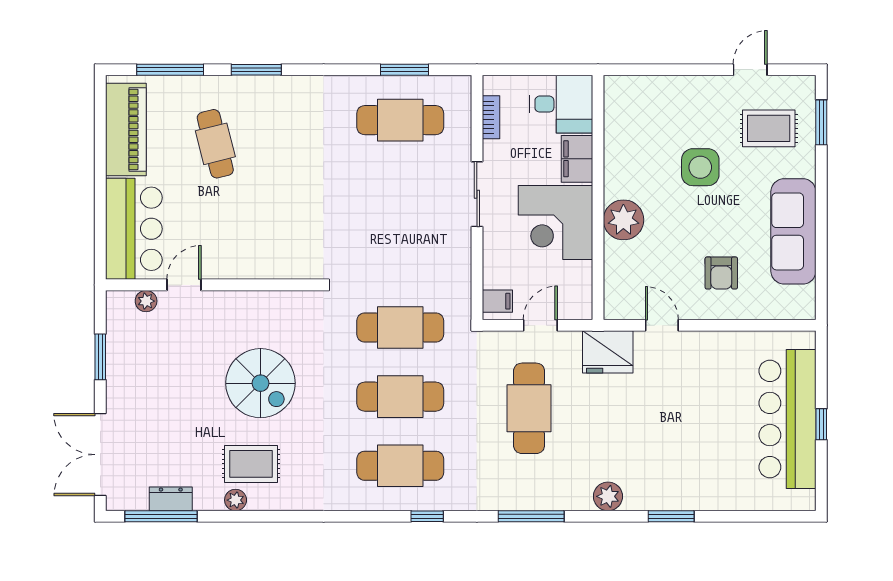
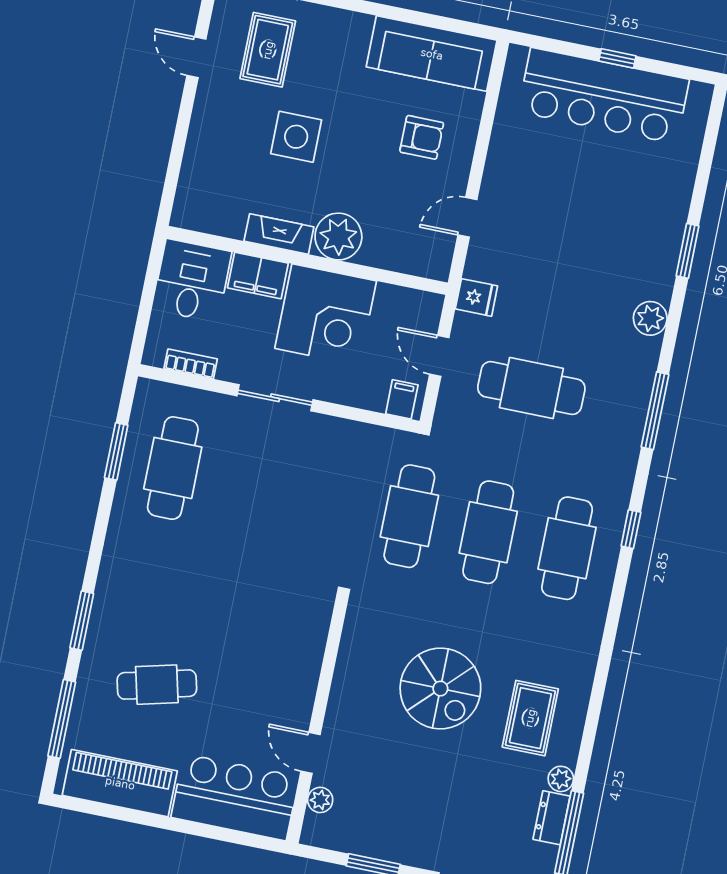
fireplace: (615, 169) -> (279, 234), added
sofa: (793, 231) -> (432, 54), moved
fridge: (608, 352) -> (476, 297), width x0.53, depth x0.75
spiral stairs: (260, 383) -> (440, 689), turned 90
plant: (236, 500) -> (561, 779), moved

